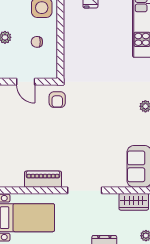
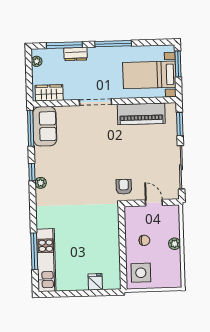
piano: (43, 179) -> (141, 114), width x1.37, depth x1.33

